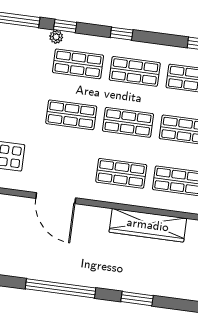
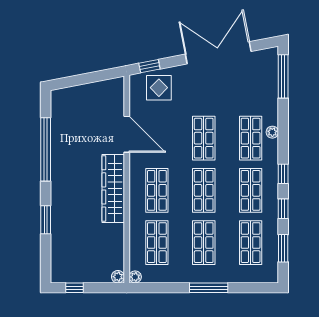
window: (65, 26) -> (283, 209), moved
plant: (56, 37) -> (272, 132), moved
door: (56, 198) -> (127, 134), swing flipped
wardrobe: (148, 225) -> (113, 188), moved

